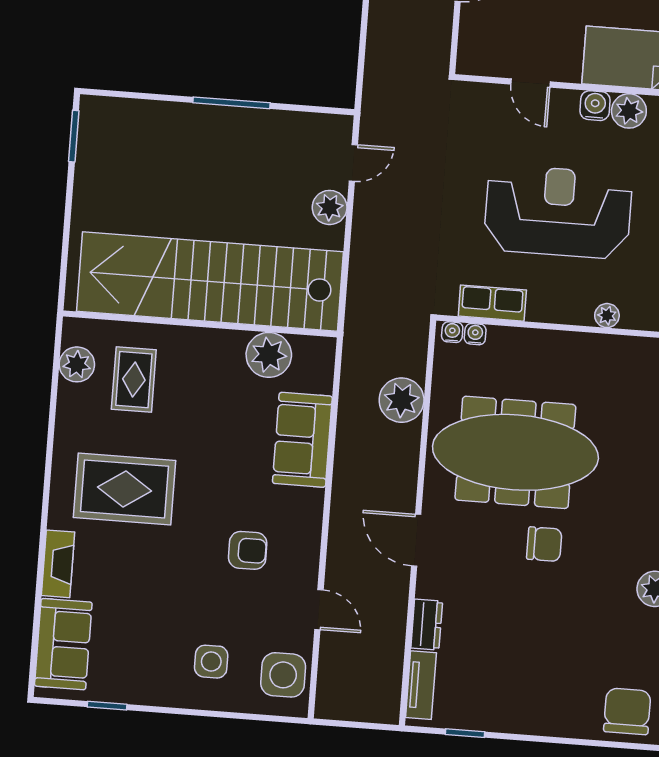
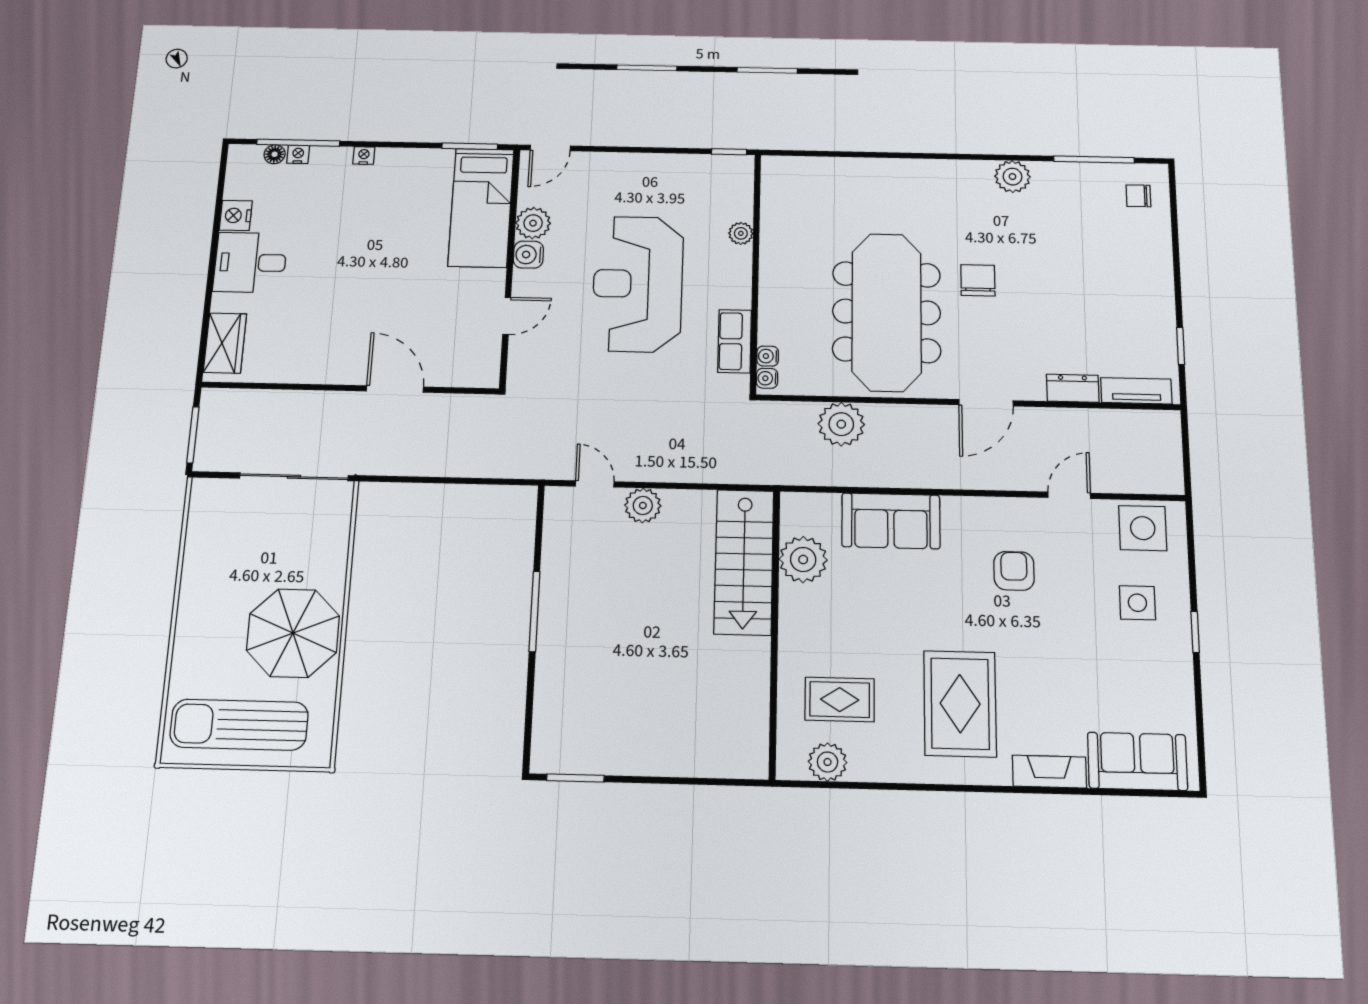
stairs: (210, 282) -> (744, 562), width x0.54, depth x0.66
window: (107, 706) -> (1195, 632), moved
chair: (627, 711) -> (1138, 196), width x0.54, depth x0.54

